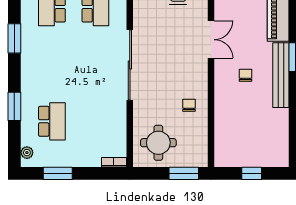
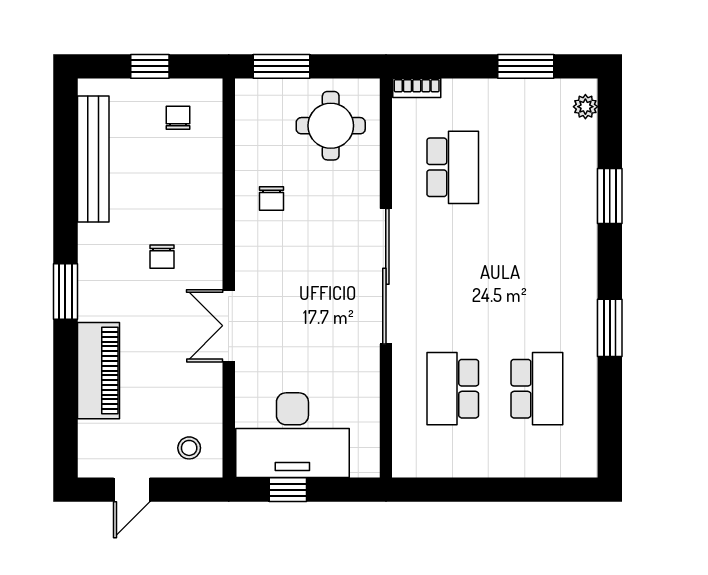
bench: (281, 75) -> (93, 159), moved
school desk: (52, 121) -> (453, 167), moved, turned 180
chair: (237, 147) -> (178, 118), added

